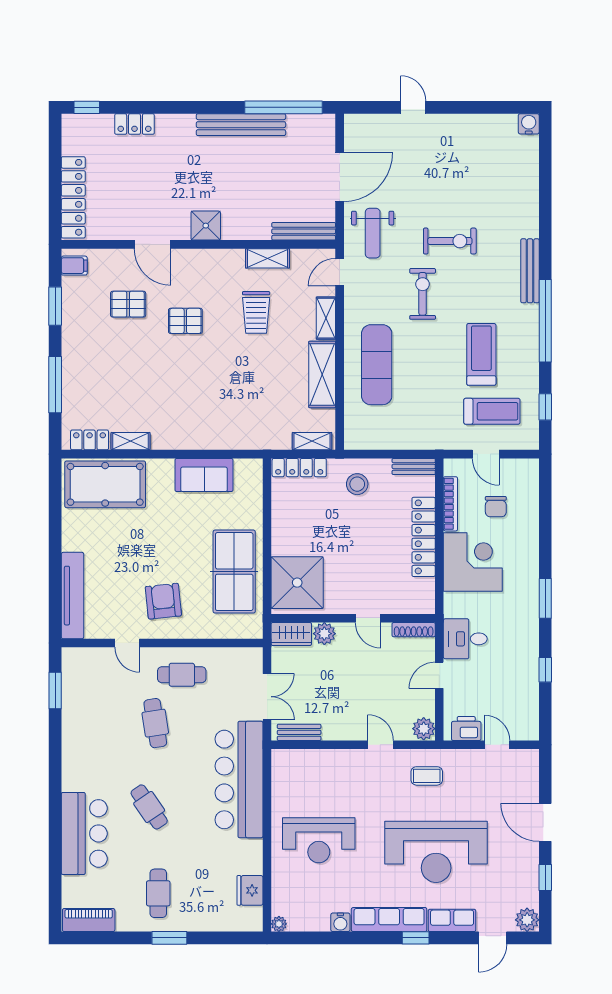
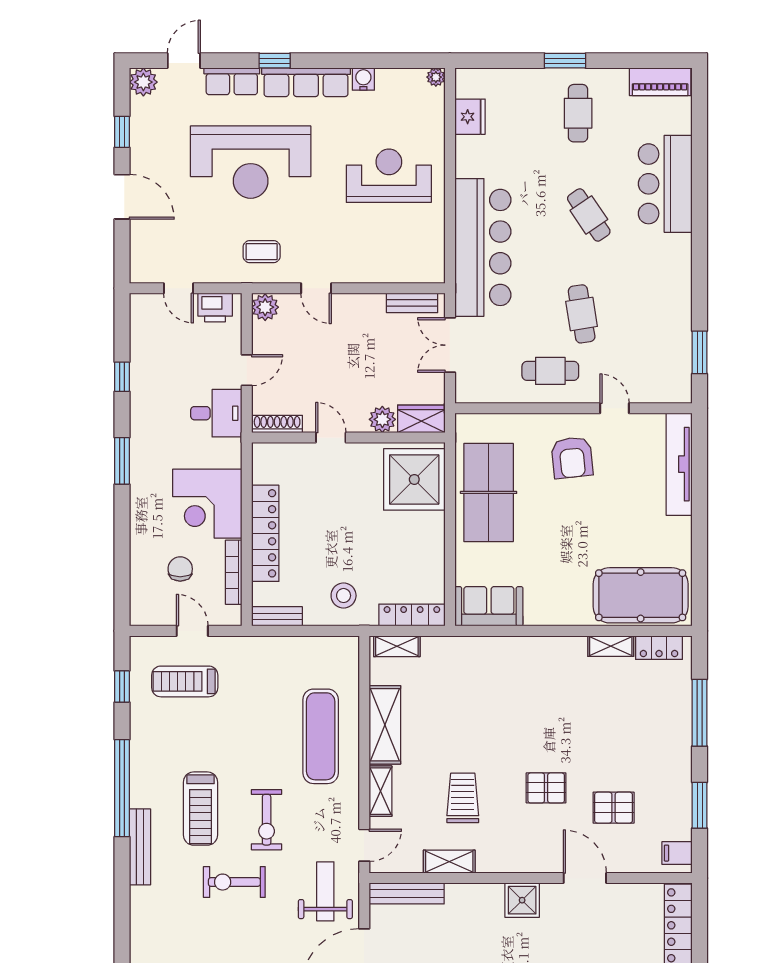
treadmill: (481, 354) -> (200, 809), moved
sofa: (204, 475) -> (489, 606), moved
reception desk: (436, 852) -> (251, 162), turned 180

